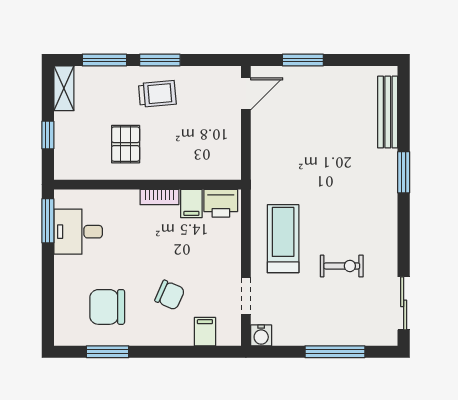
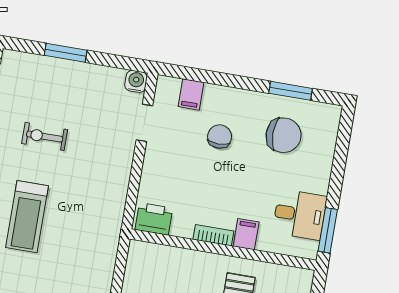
filing cabinet: (191, 203) -> (246, 234), moved
treadmill: (283, 239) -> (27, 217), moved
chair: (170, 295) -> (220, 137), turned 66
window: (335, 352) -> (66, 53), width x0.69

